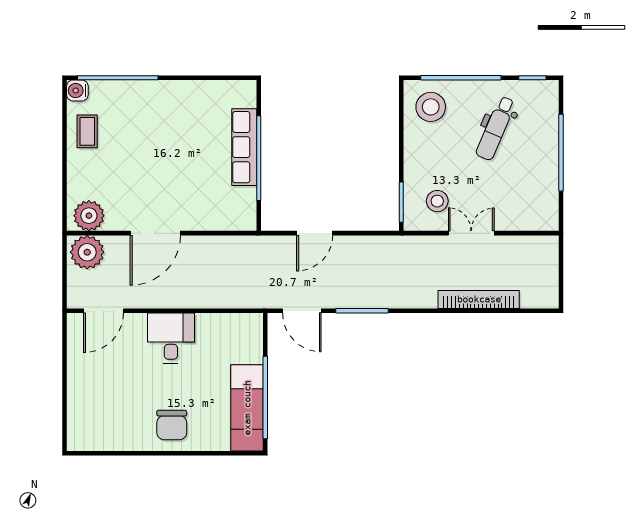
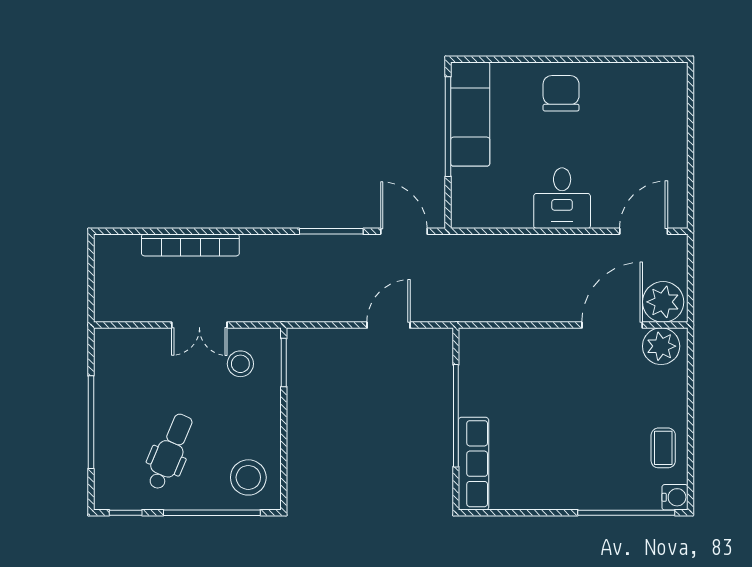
row of seats: (244, 147) -> (474, 464), moved
door: (155, 233) -> (612, 325), moved

